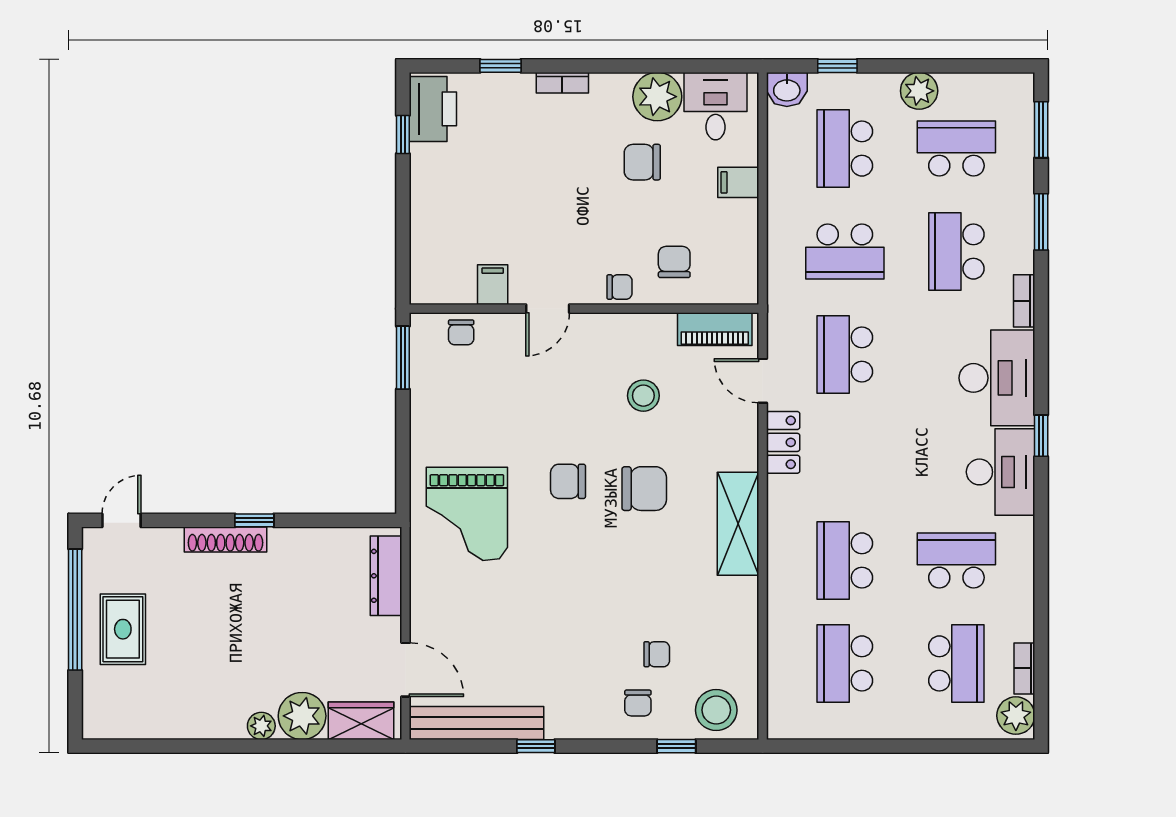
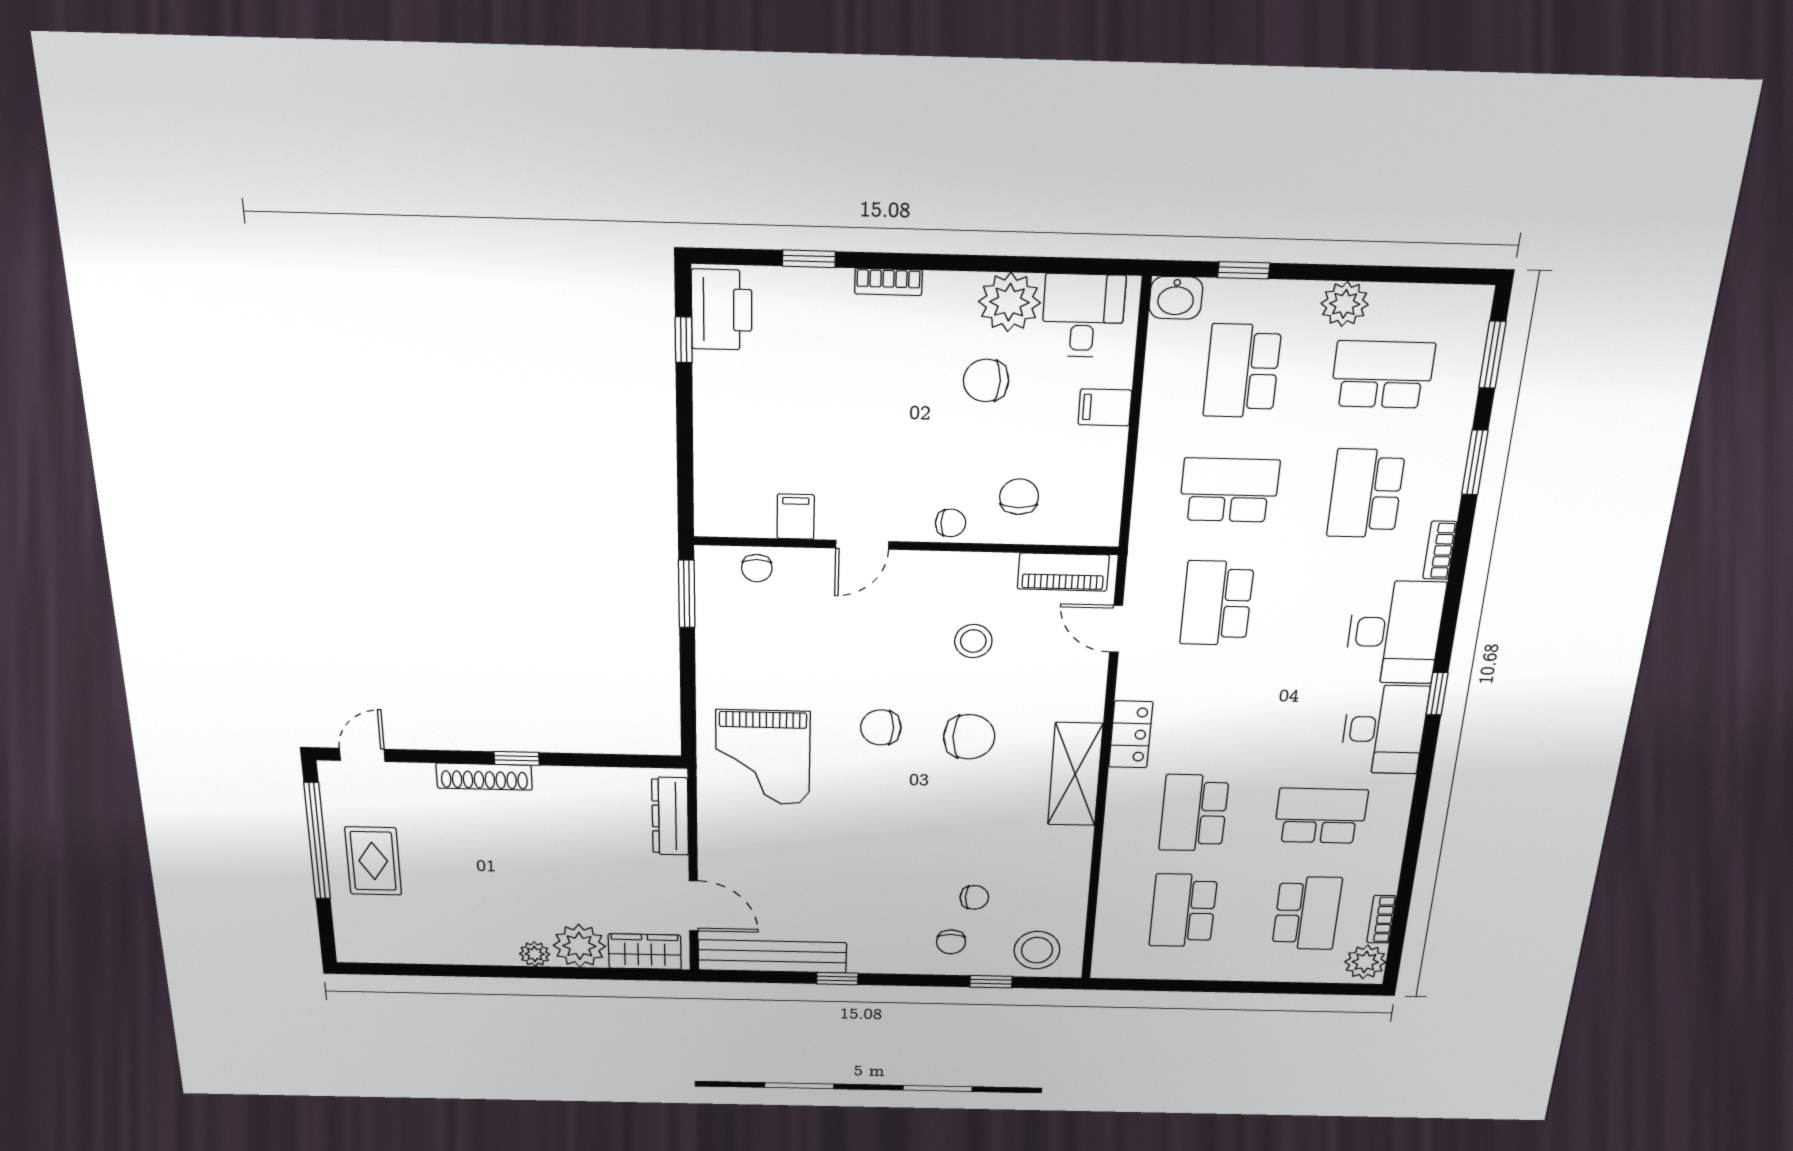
school desk: (845, 252) -> (1229, 490), turned 180
locker: (783, 442) -> (1131, 734), moved

